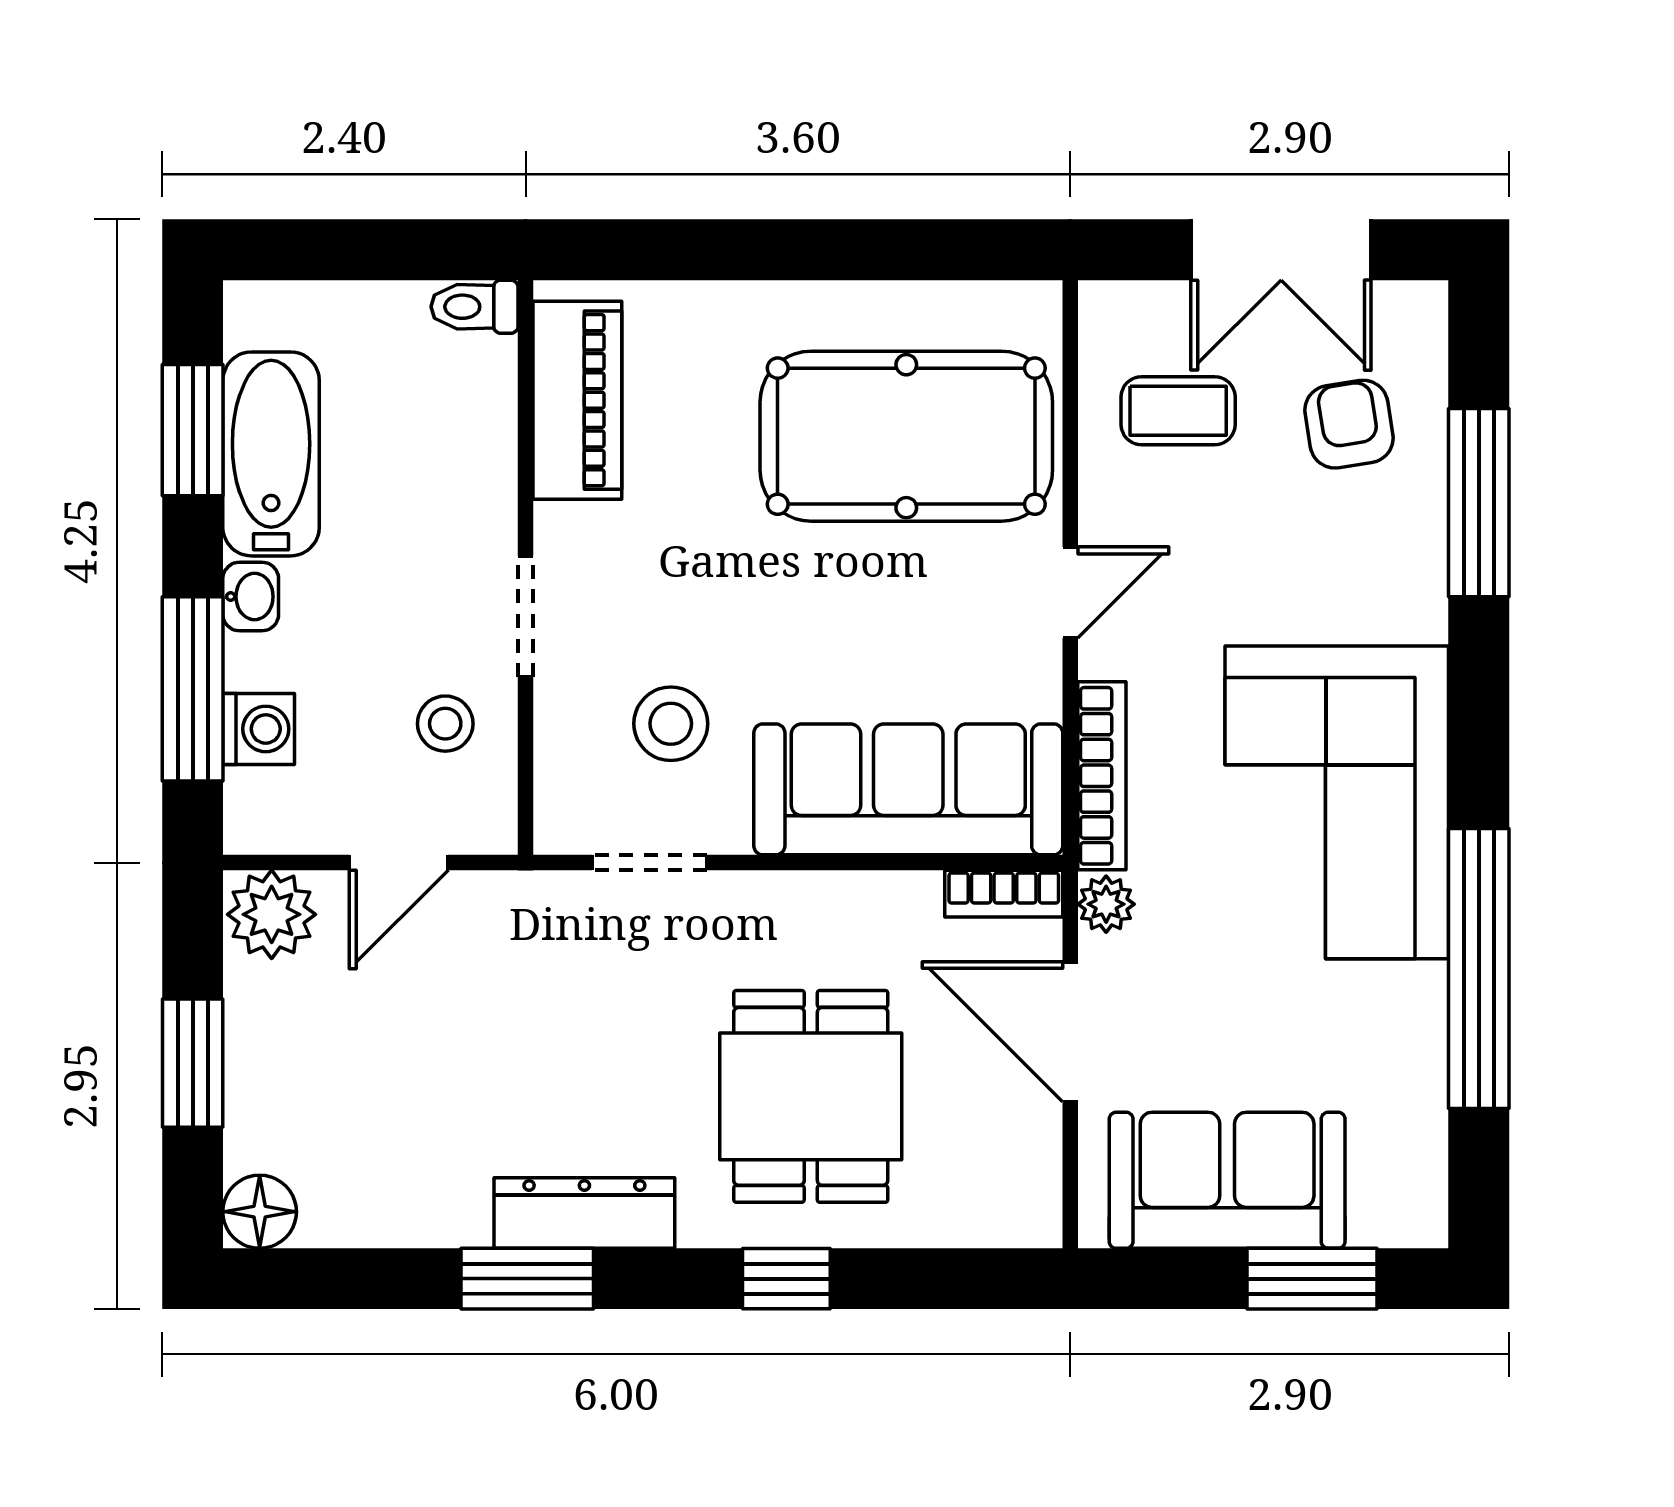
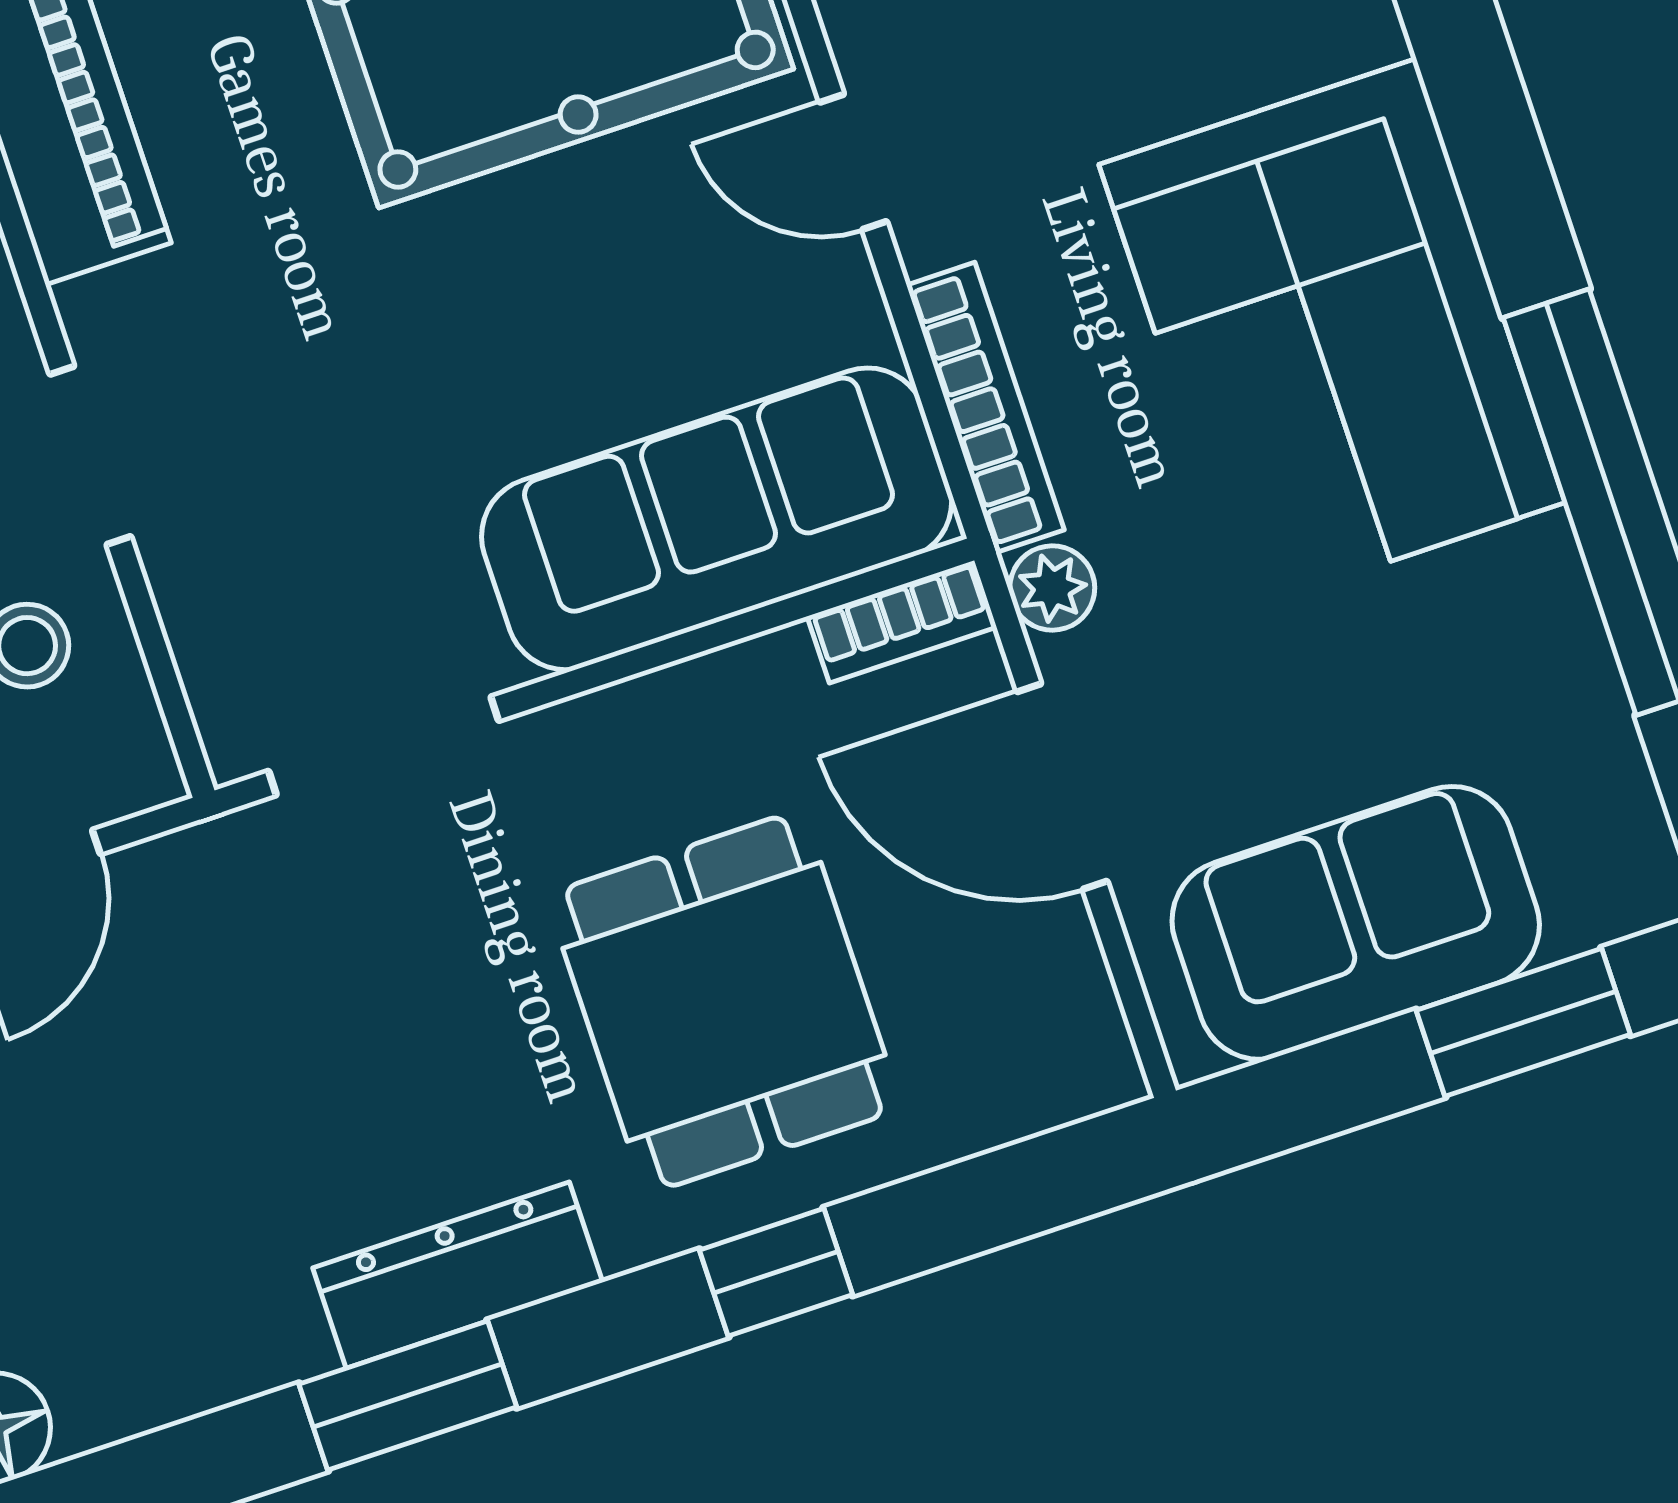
door: (1070, 592) -> (853, 162), swing flipped
stool: (671, 724) -> (348, 538), removed
doorway: (650, 863) -> (384, 746), width x1.38

